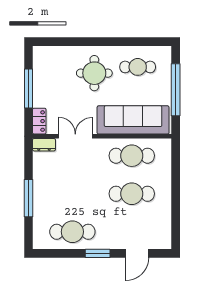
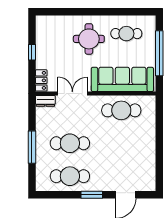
window: (28, 89) -> (32, 52), width x0.46
cafe table: (132, 194) -> (70, 143), moved

